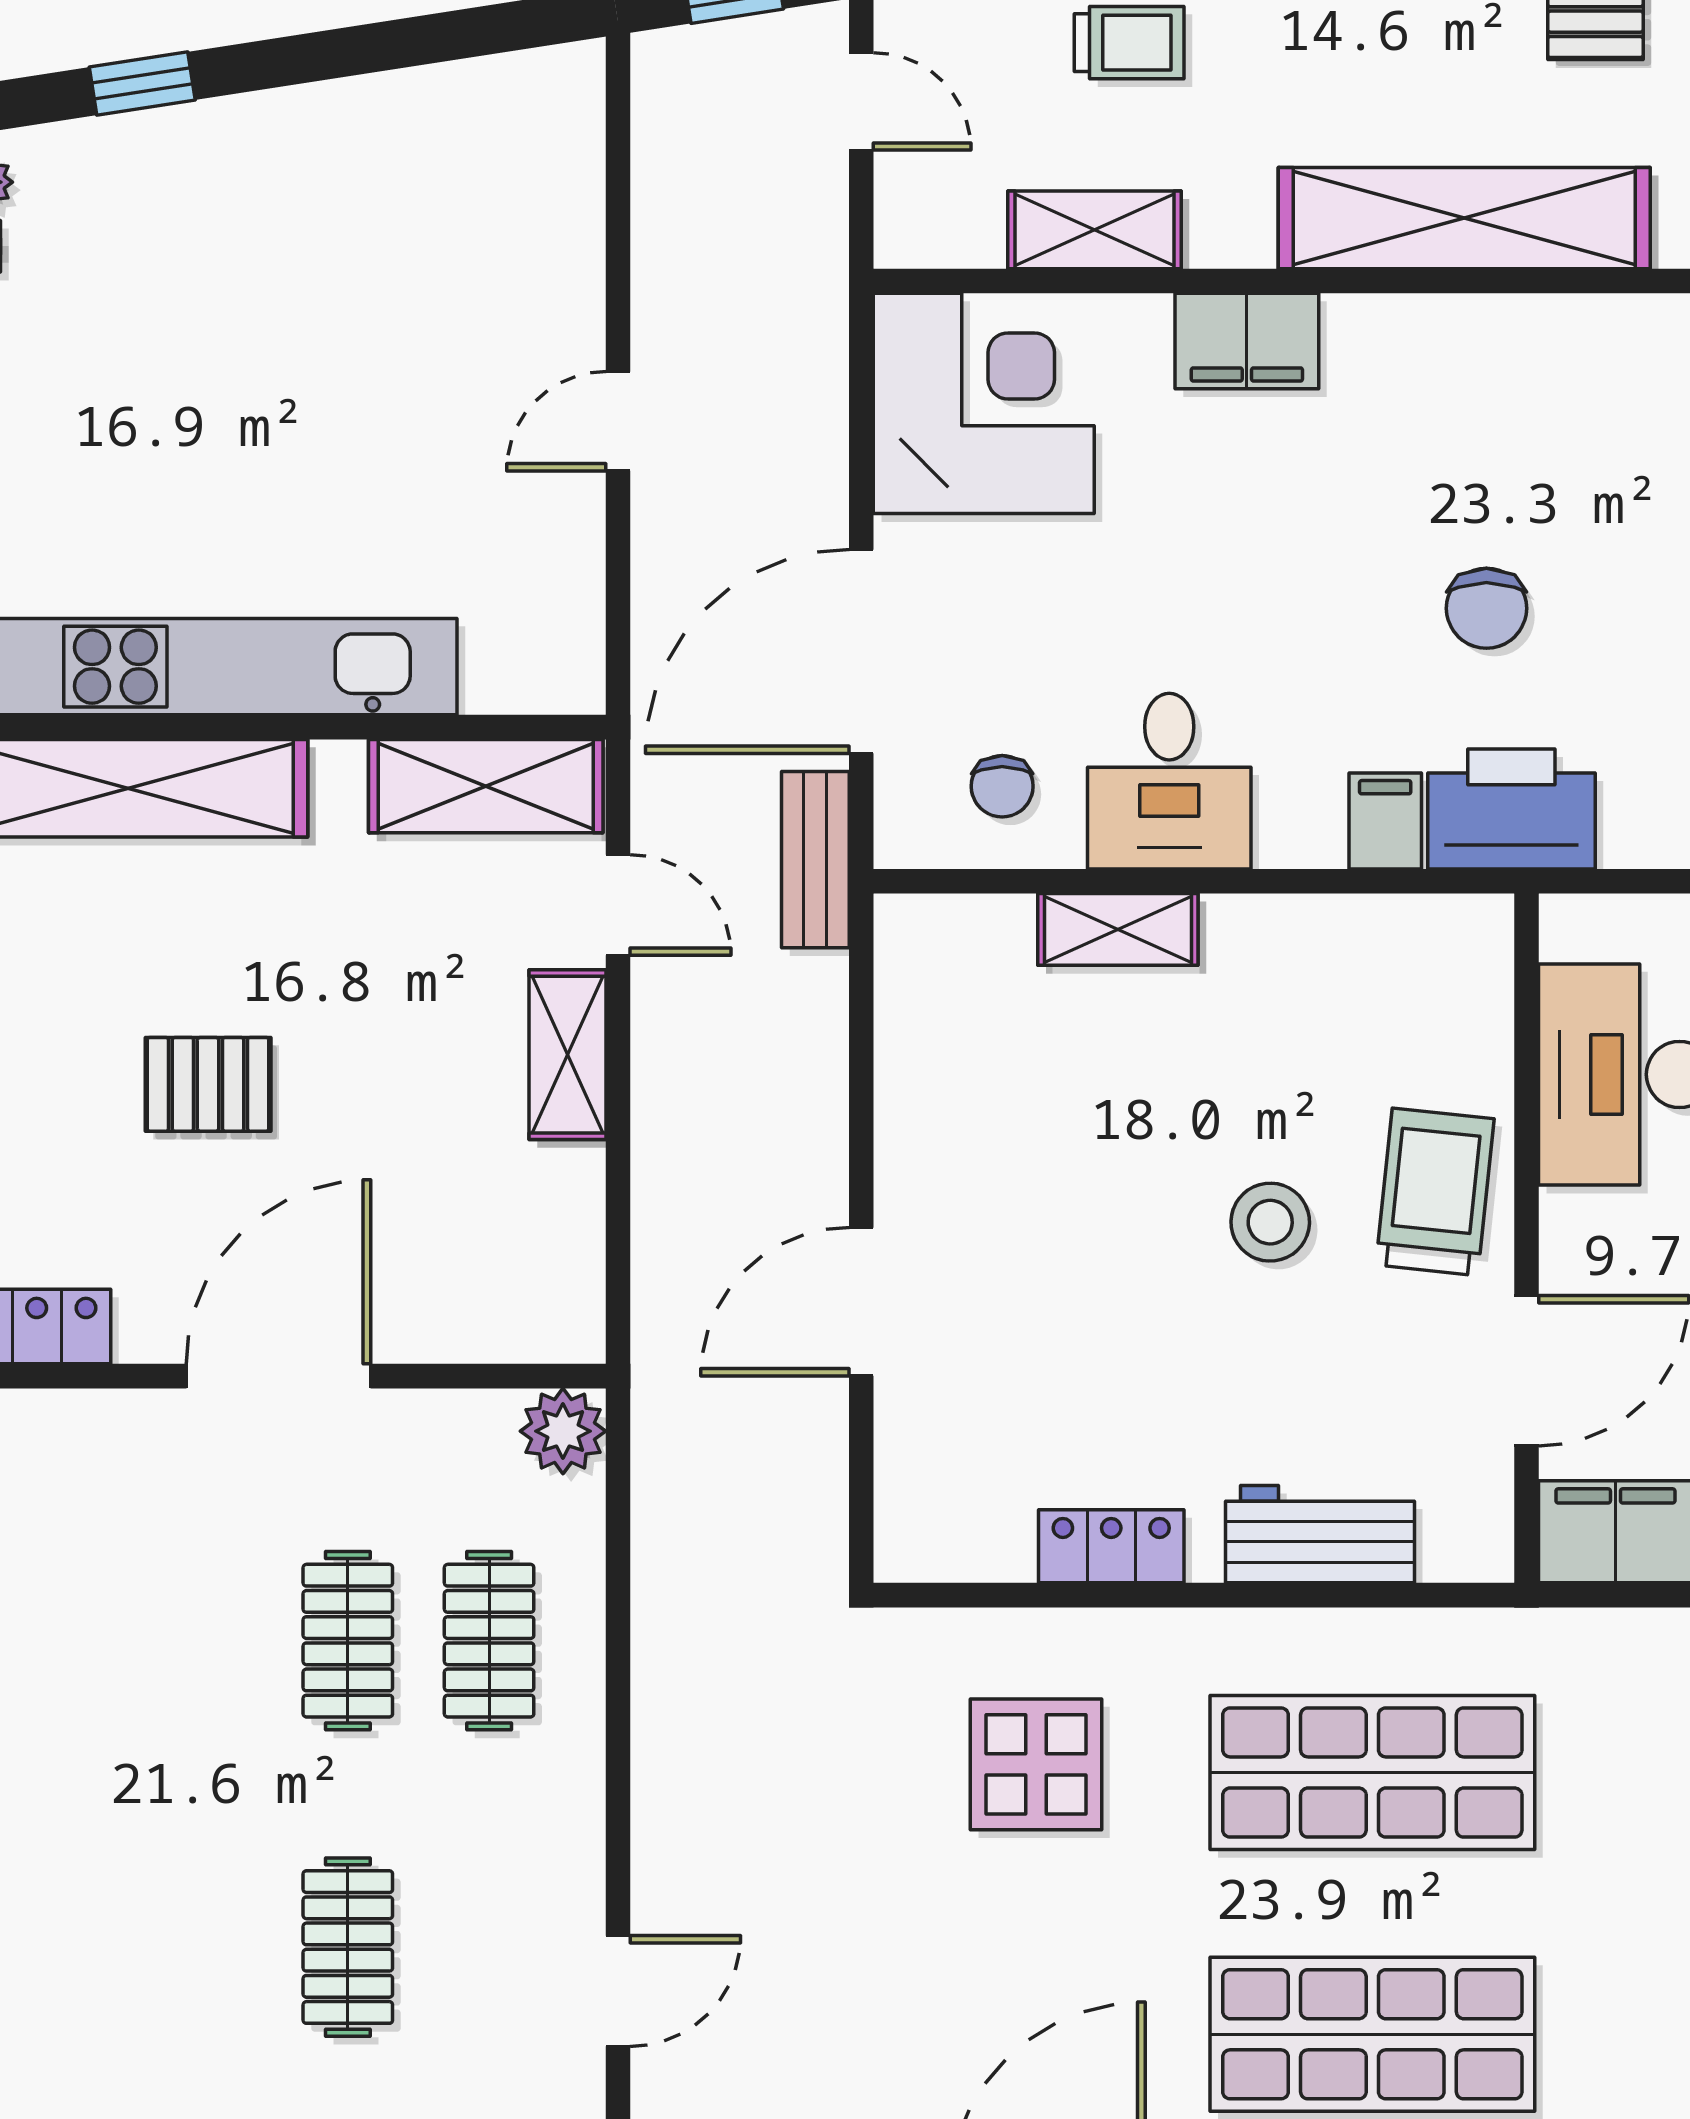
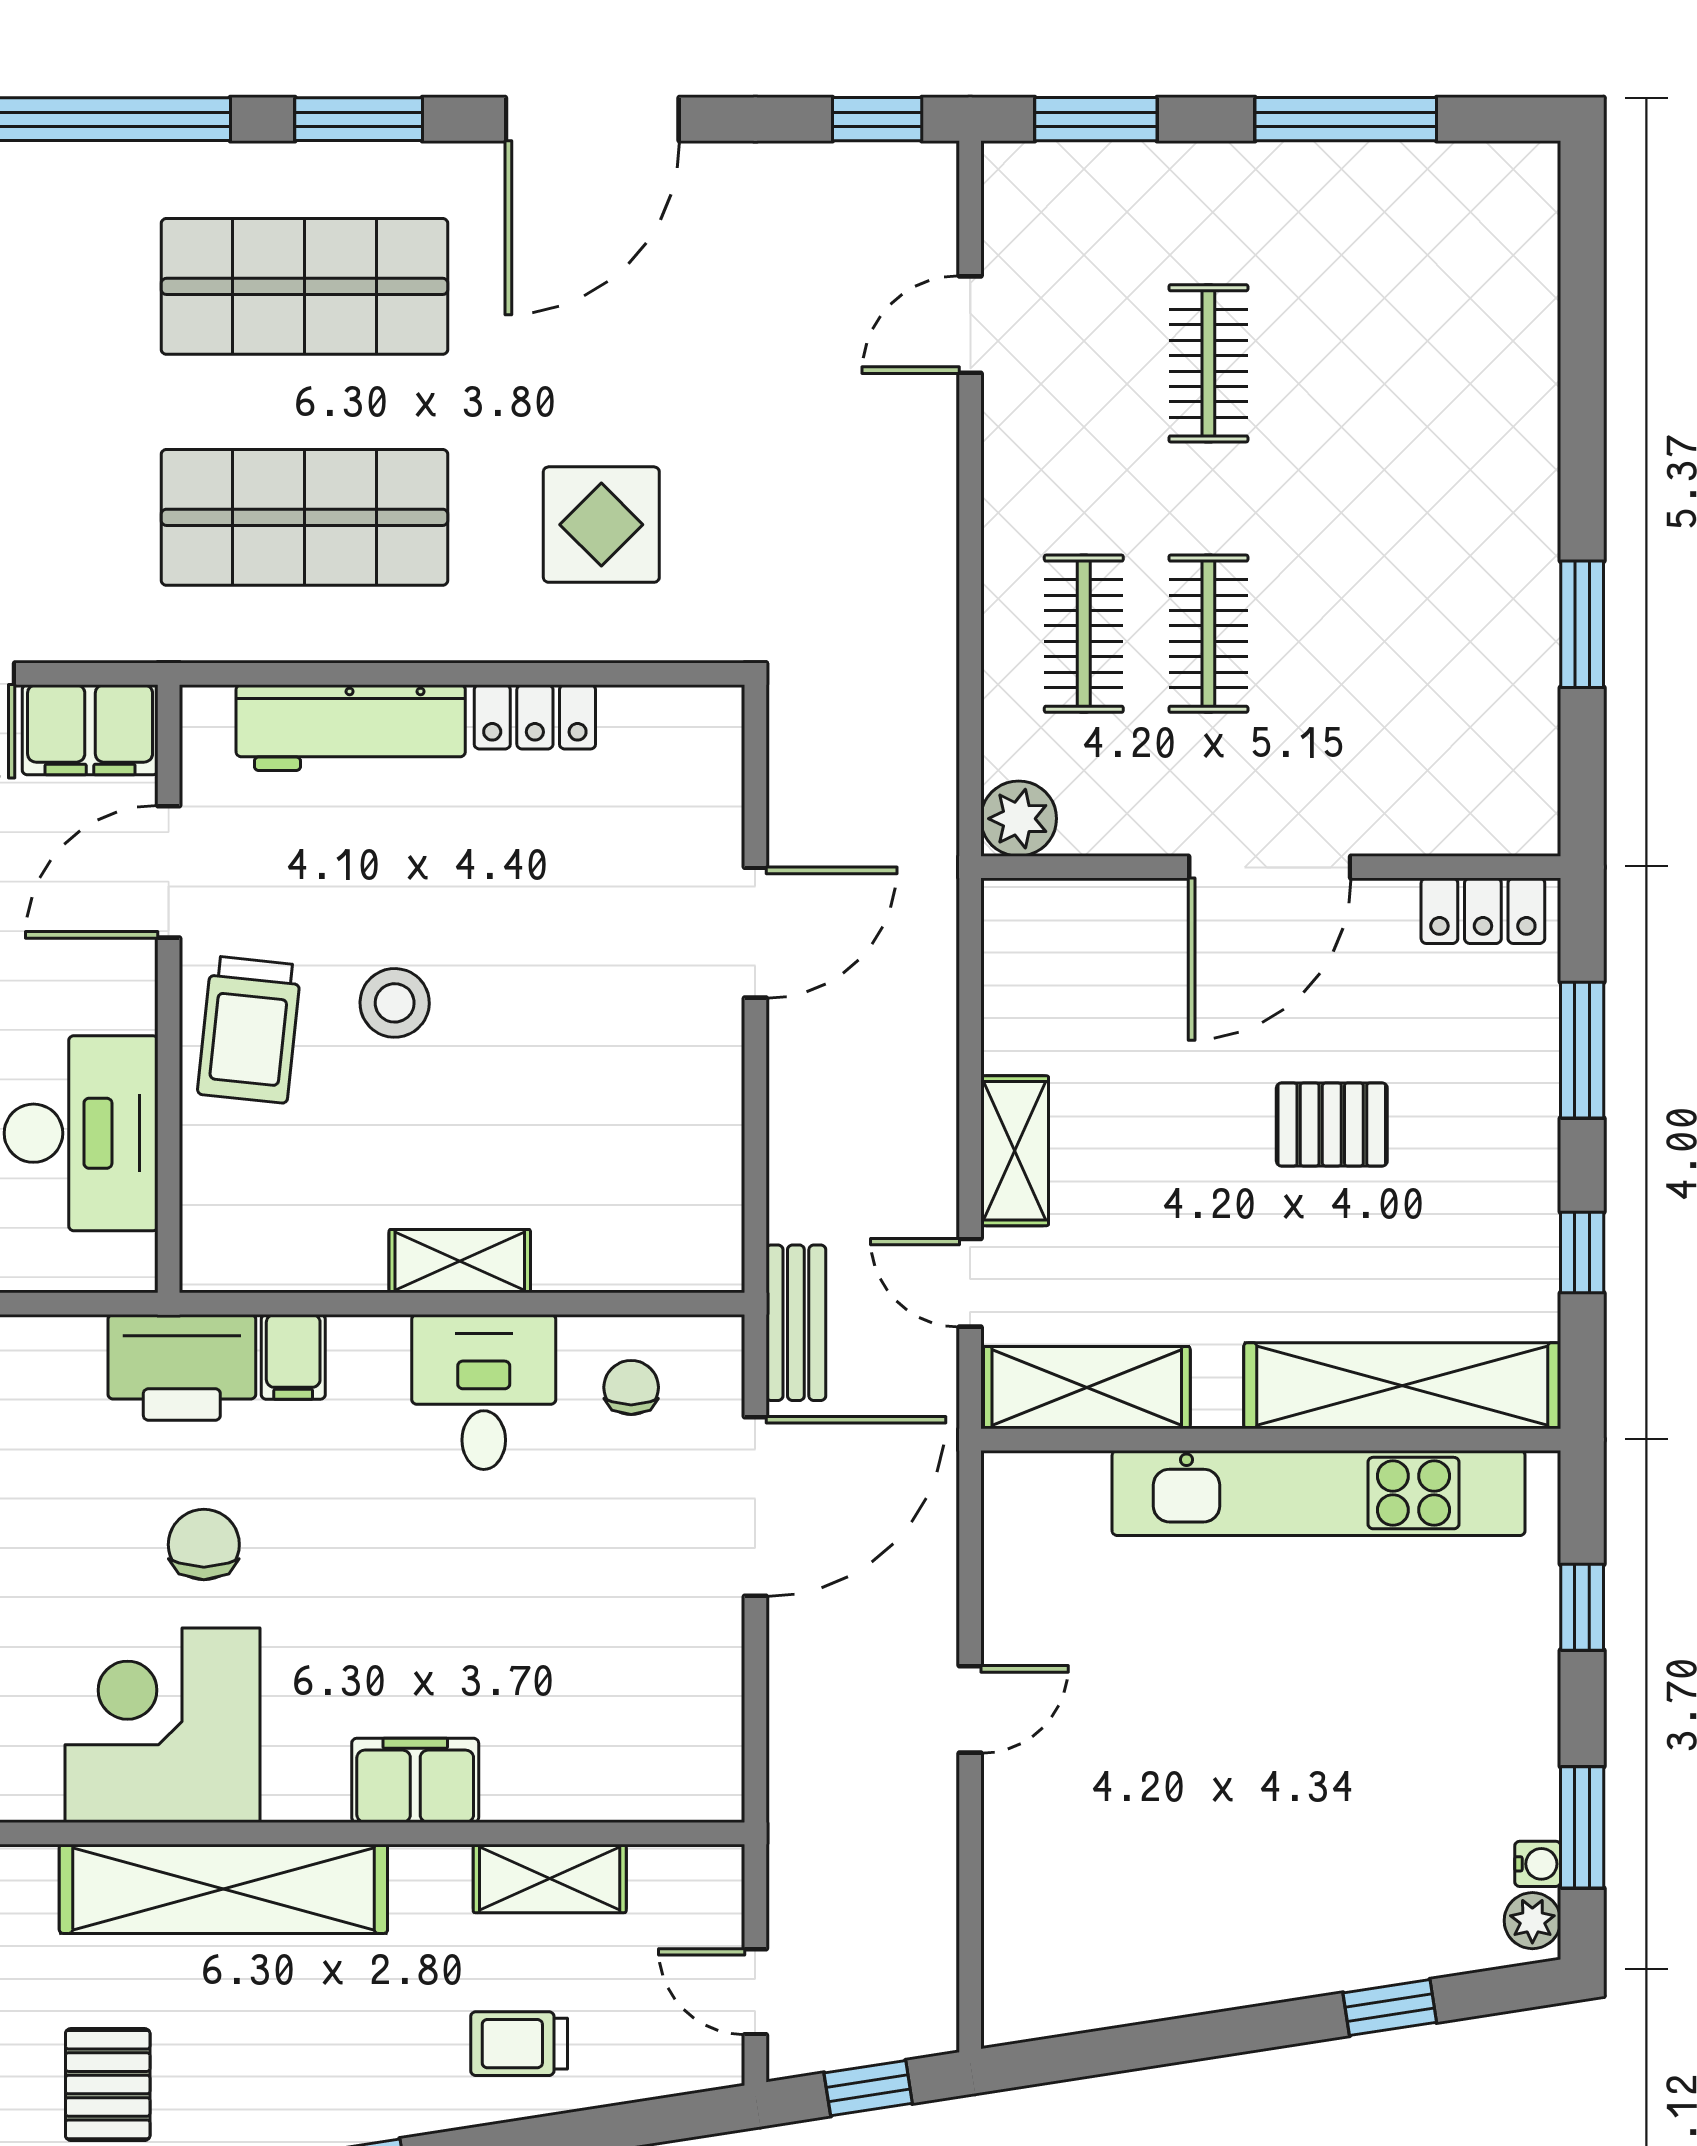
corner desk: (984, 403) -> (163, 1725), moved, turned 90
shelving: (1118, 929) -> (460, 1261), moved
workbench: (1320, 1534) -> (351, 728), width x1.38

